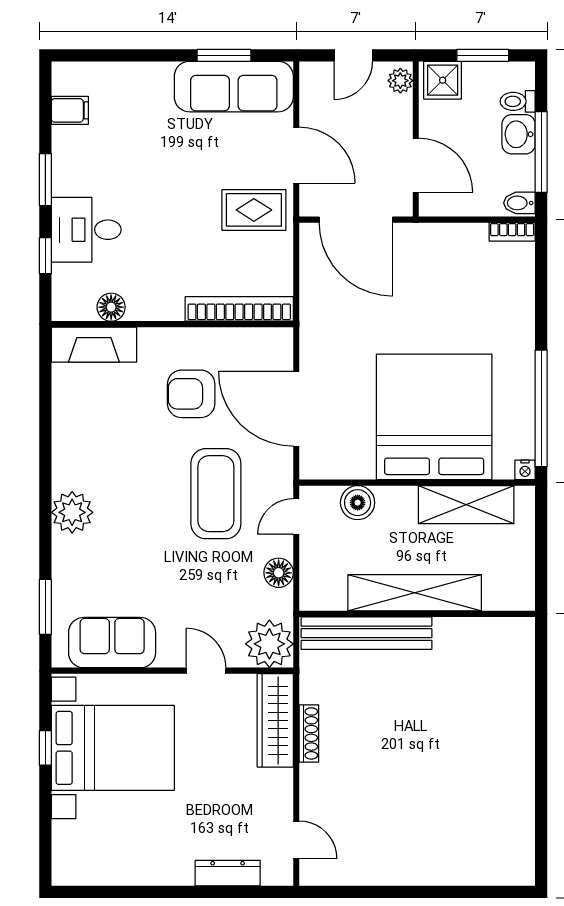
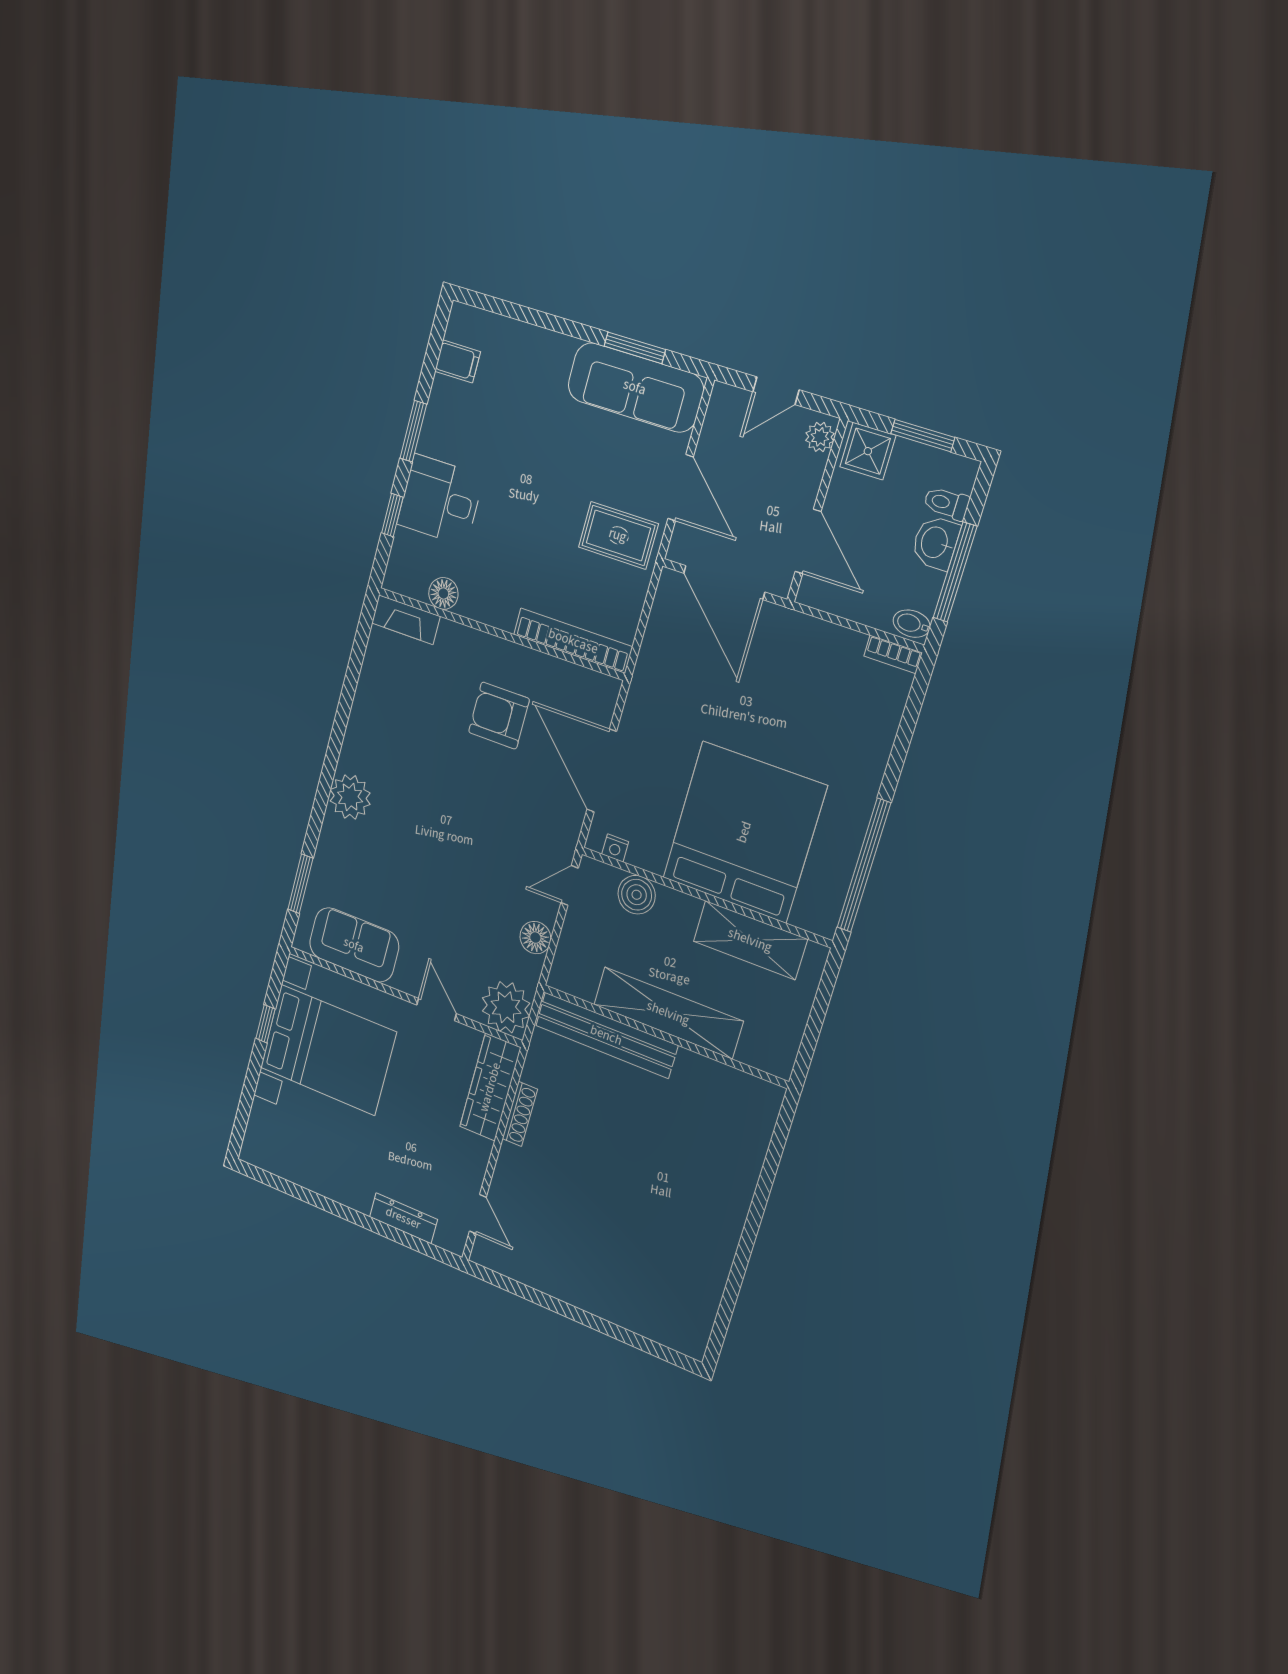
fireplace: (94, 345) -> (406, 620), width x0.73, depth x0.76
nightstand: (525, 470) -> (615, 848), moved
coffee table: (216, 494) -> (495, 831), removed

